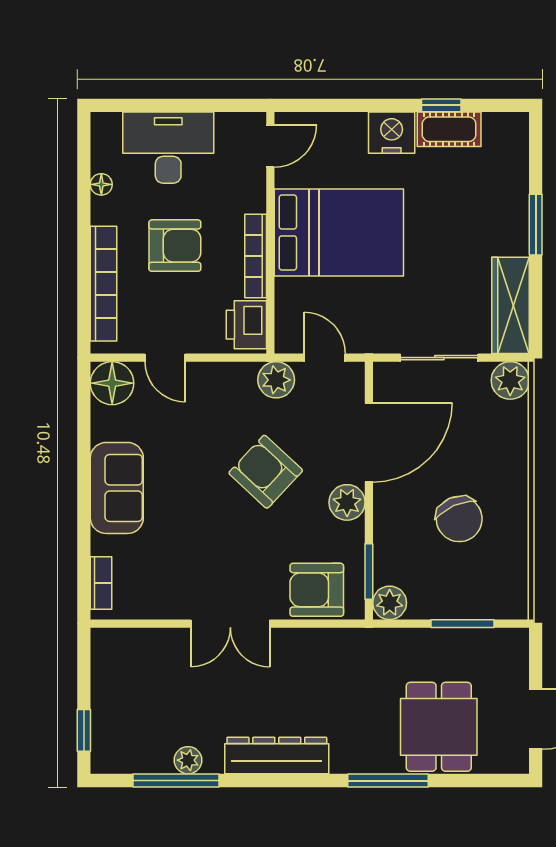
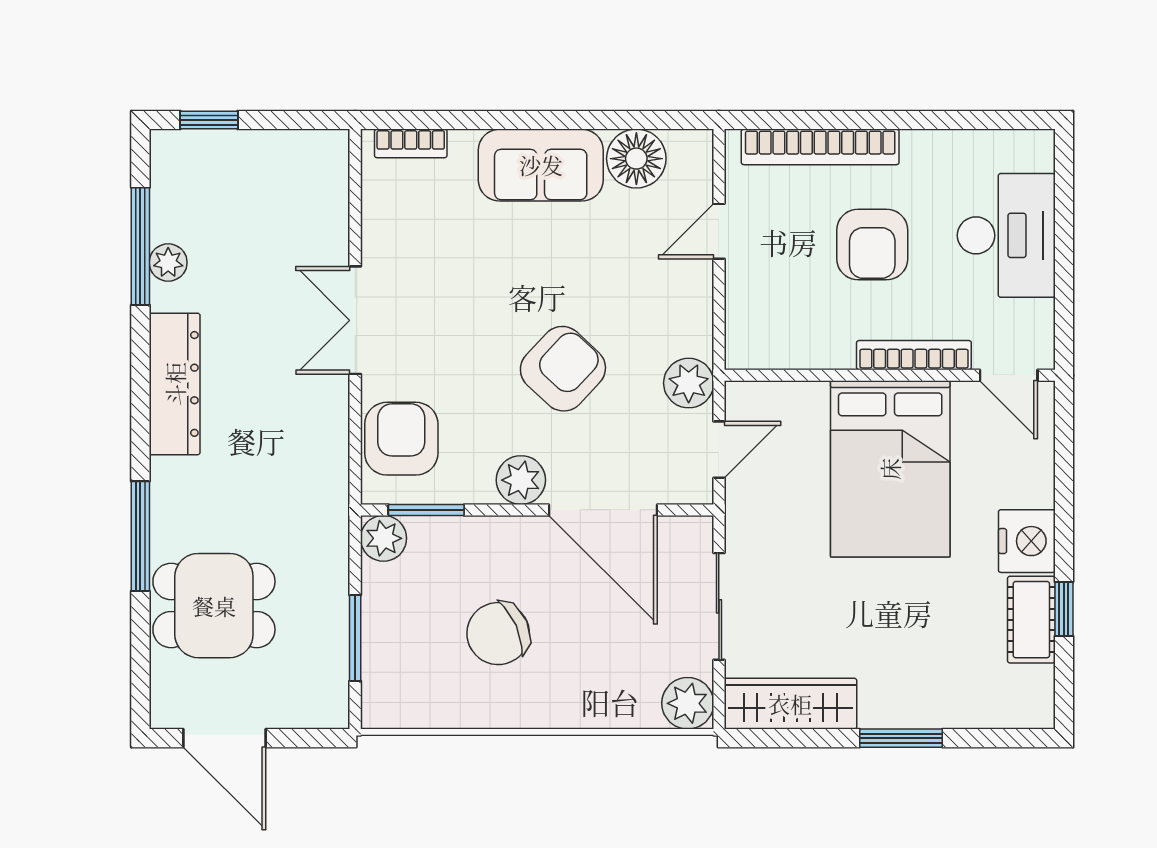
floor lamp: (101, 184) -> (956, 144), removed
bookcase: (256, 256) -> (914, 355), moved
printer: (246, 325) -> (764, 342), removed
floor lamp: (112, 383) -> (636, 159), moved

